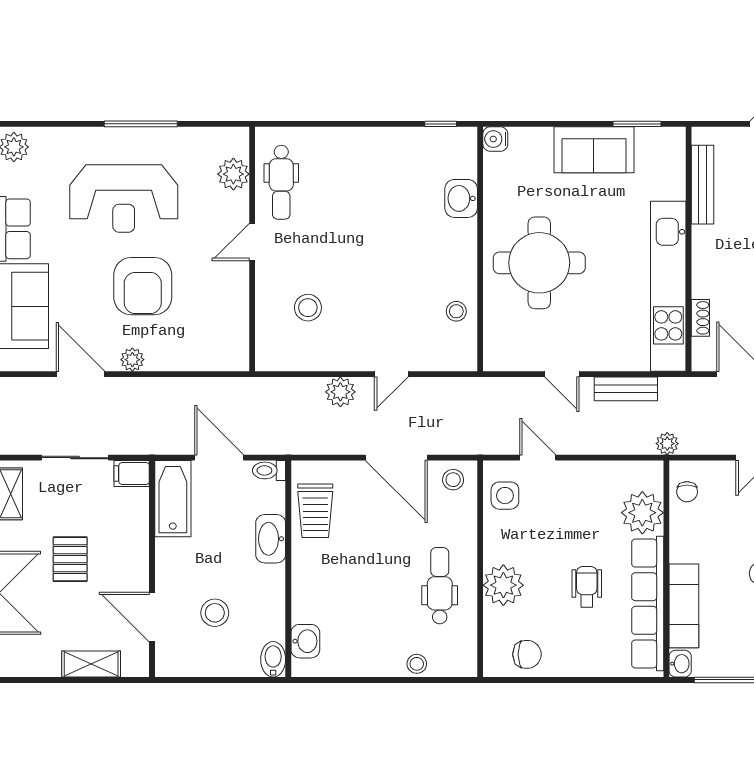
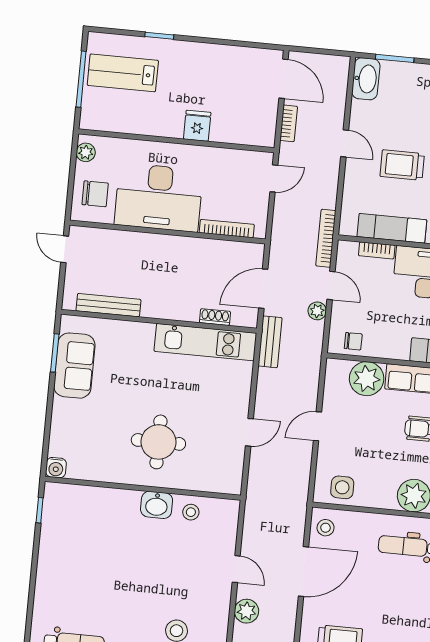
sofa: (594, 150) -> (74, 366), moved
washbasin: (461, 198) -> (157, 505), moved
round table: (539, 263) -> (158, 442), width x0.73, depth x0.73
kitchen unit: (668, 286) -> (205, 342), width x0.73
bench: (626, 389) -> (270, 342), moved
plant: (667, 444) -> (317, 311), moved
door: (538, 458) -> (317, 426), moved

